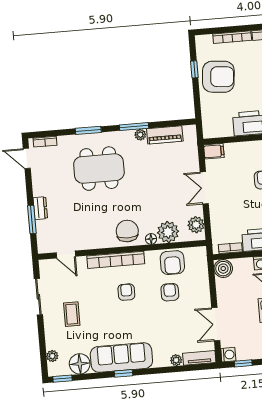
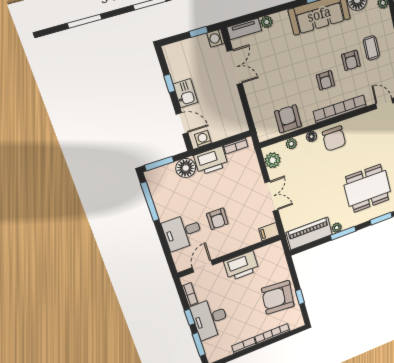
piano: (165, 135) -> (309, 234), width x1.37, depth x1.33
plant: (168, 232) -> (291, 144), width x0.53, depth x0.53
boiler: (223, 269) -> (238, 125), removed
armchair: (170, 292) -> (351, 60), moved

